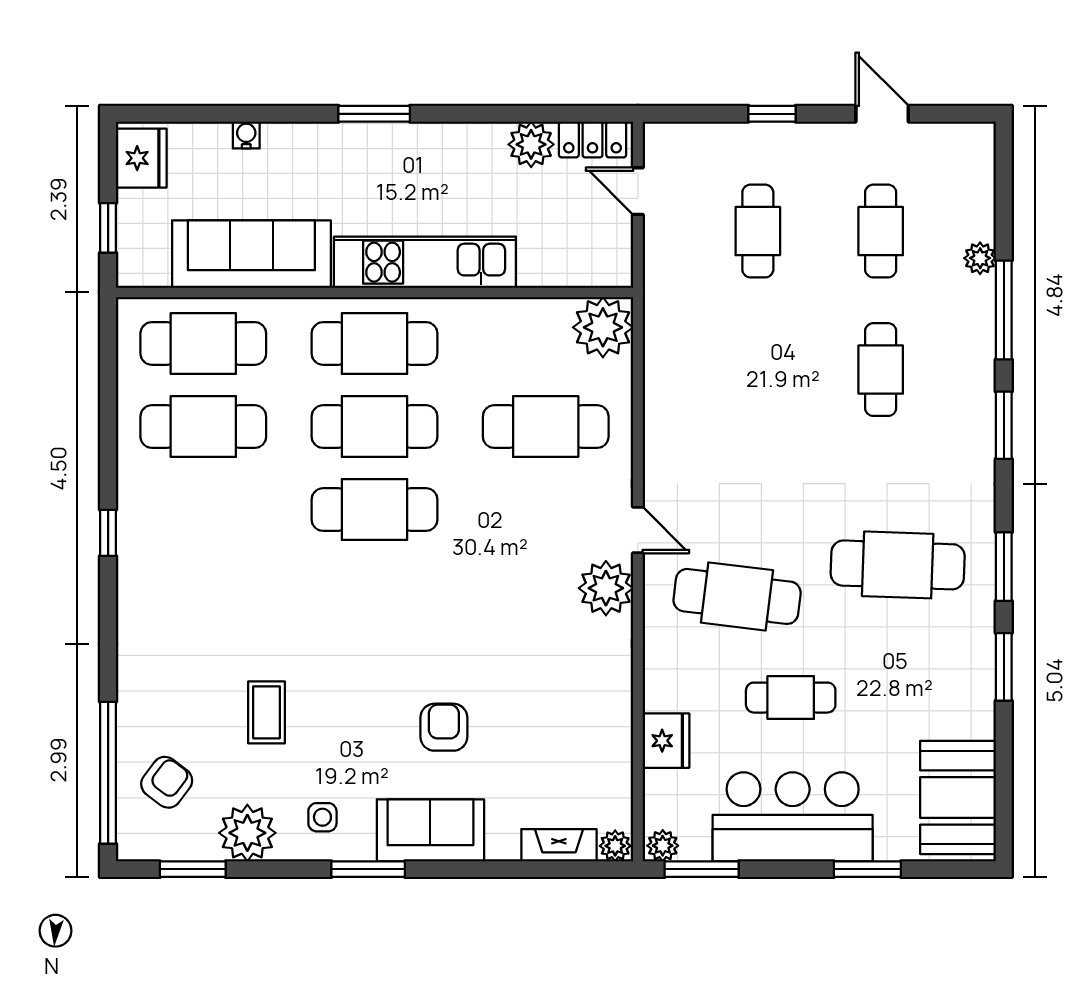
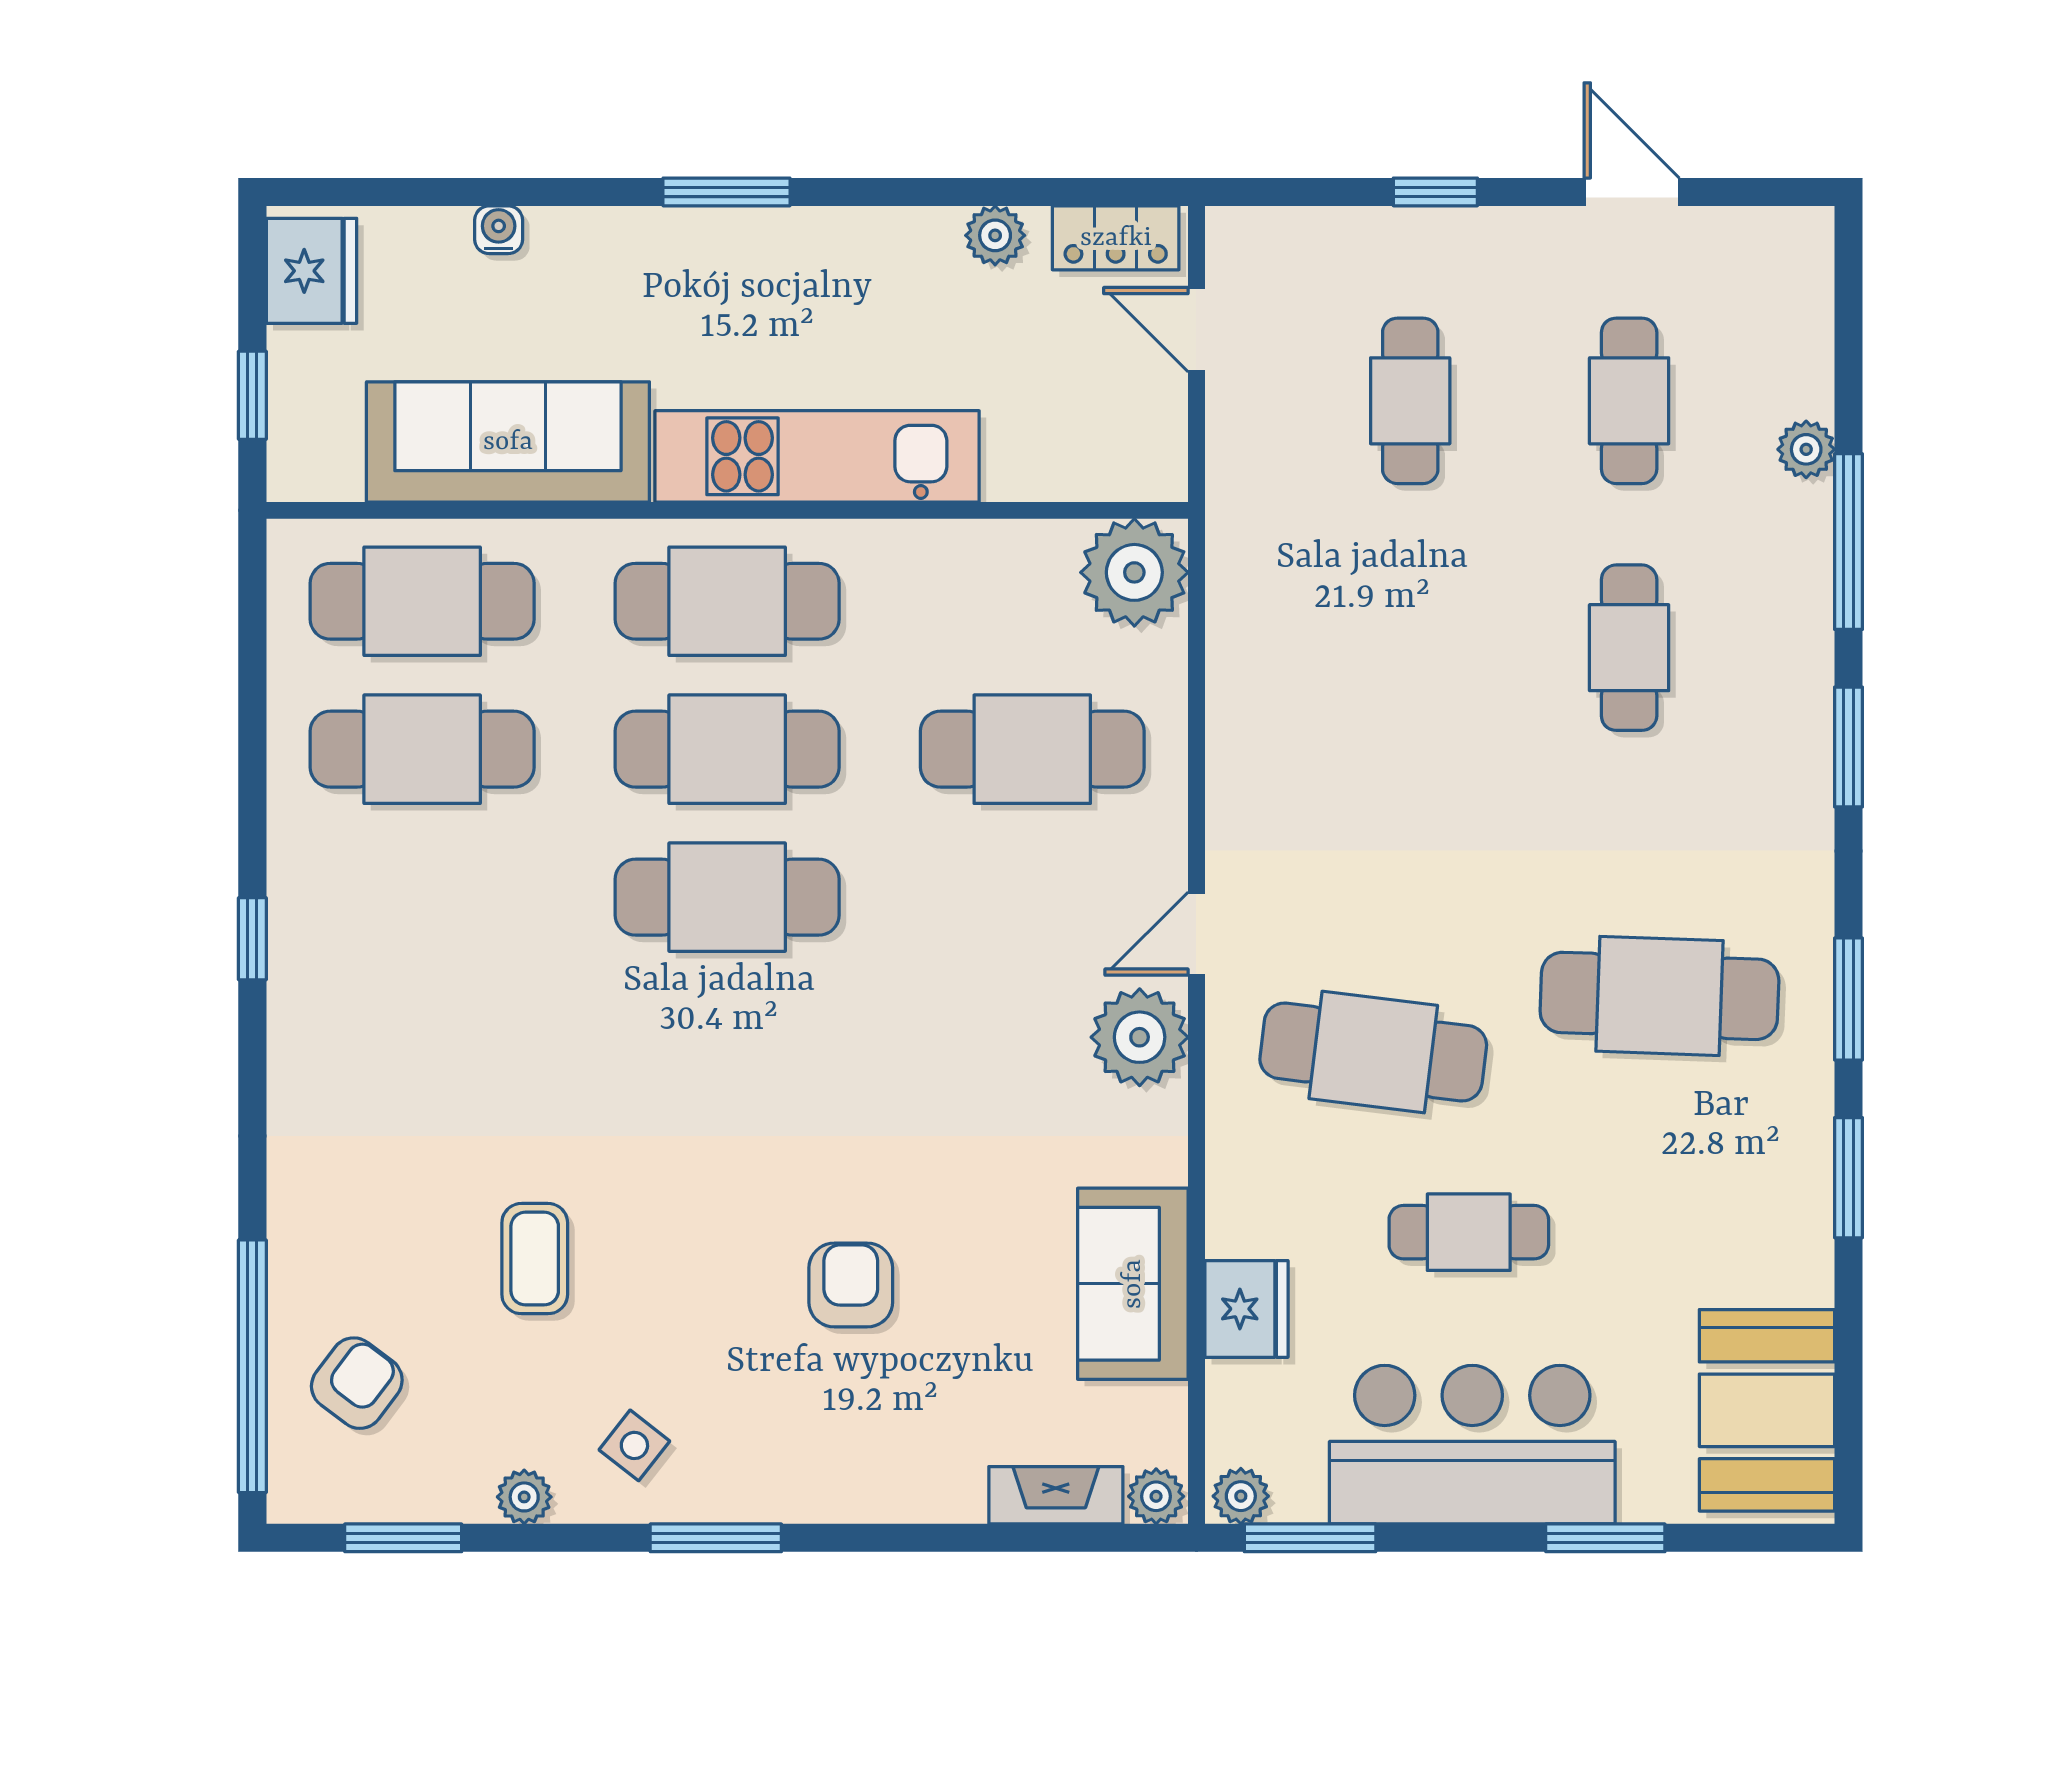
plant: (531, 144) -> (995, 235), width x0.73, depth x0.73
door: (638, 530) -> (1196, 934), swing flipped
side table: (322, 817) -> (634, 1445), turned 38
sofa: (430, 830) -> (1133, 1284), moved, turned -90
plant: (247, 833) -> (524, 1497), width x0.53, depth x0.53

